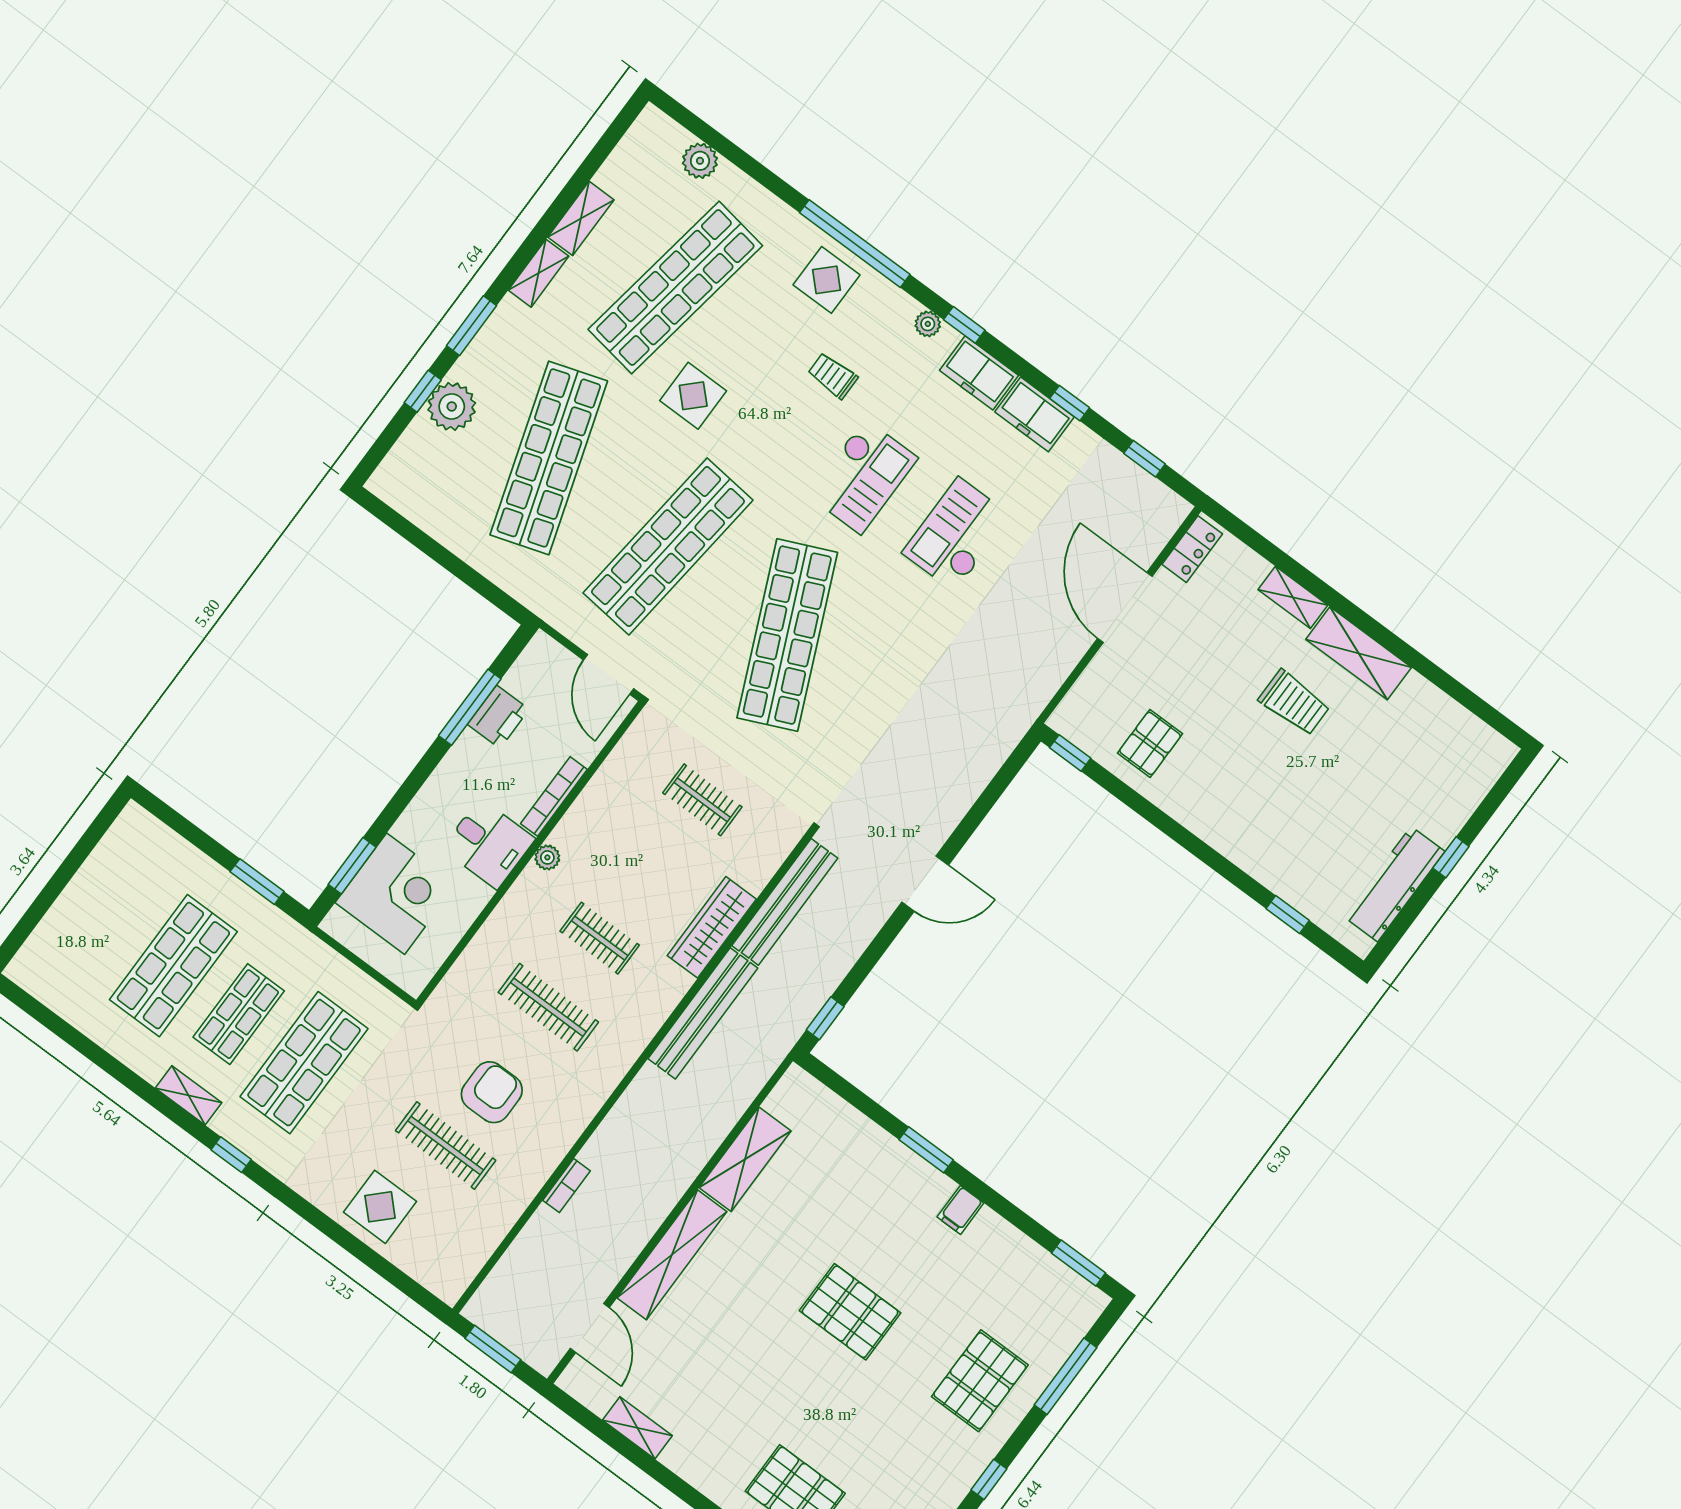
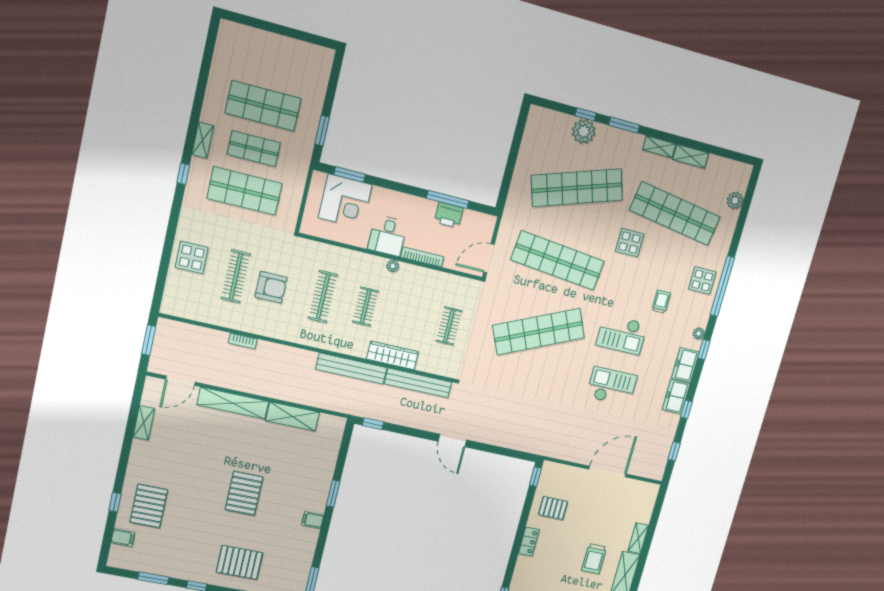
locker: (1192, 549) -> (529, 542), moved, turned -90

